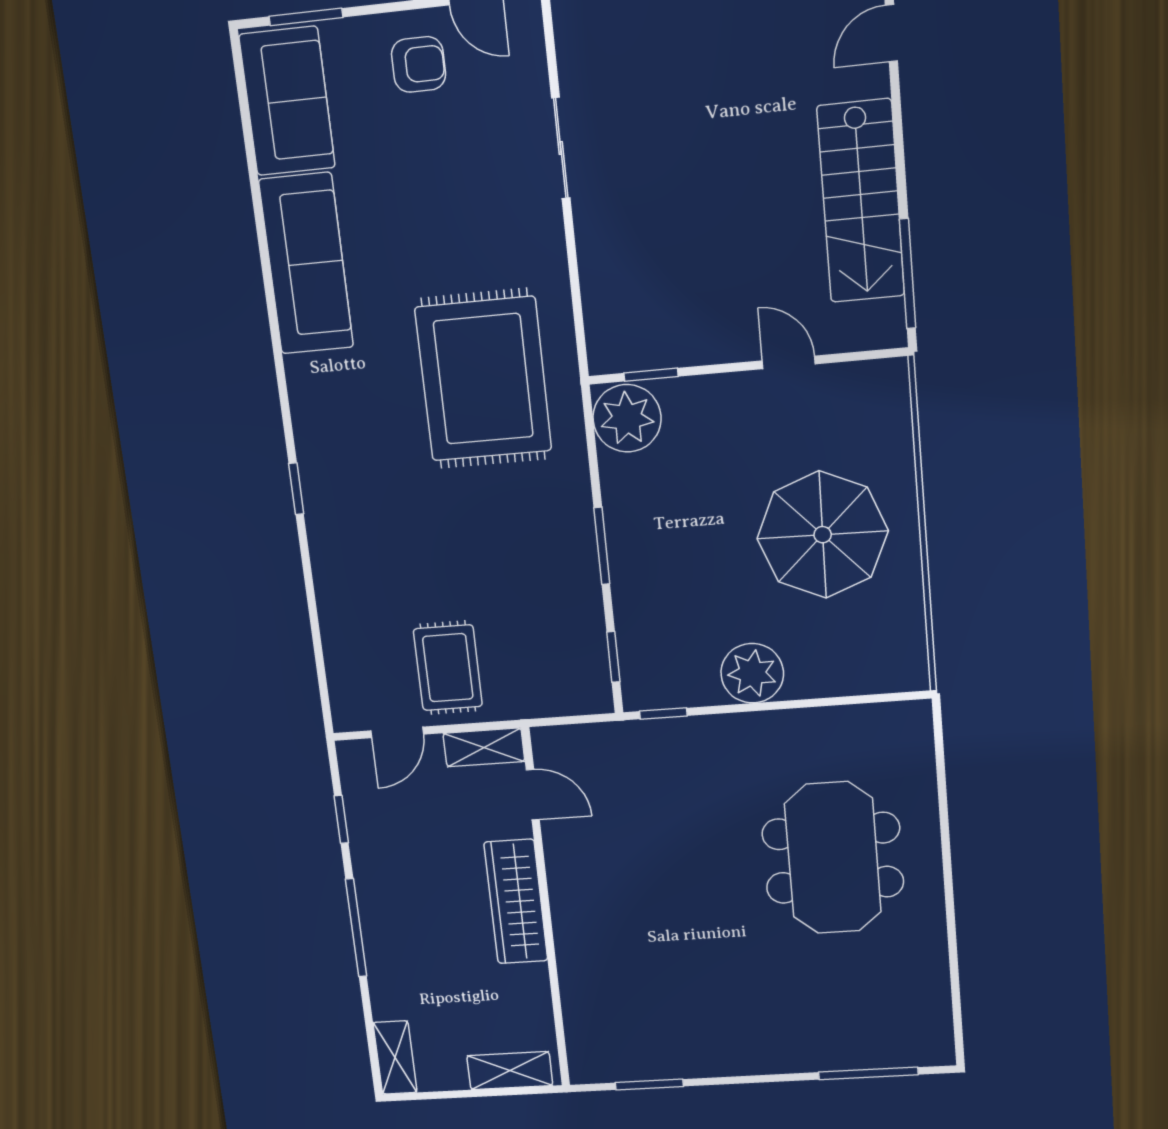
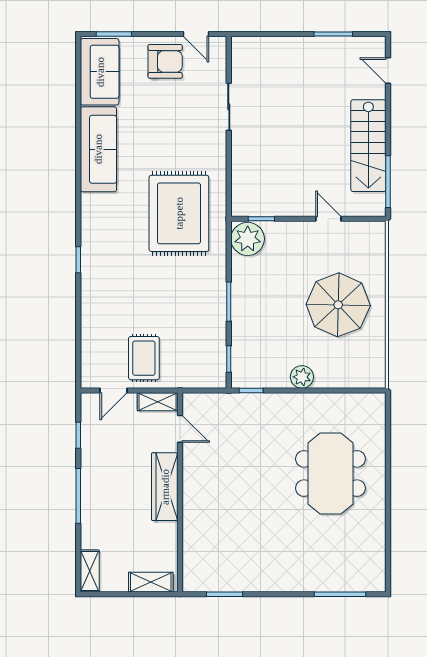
door: (891, 33) -> (388, 70), hinge flipped
armchair: (419, 64) -> (165, 61), width x1.38, depth x1.38
plant: (752, 673) -> (302, 377), width x0.73, depth x0.73

